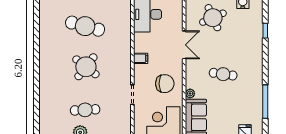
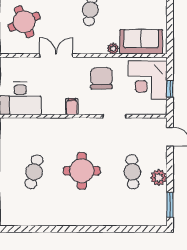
cafe table: (85, 26) -> (34, 172), width x0.73, depth x0.74
round table: (86, 67) -> (82, 171), turned -38

